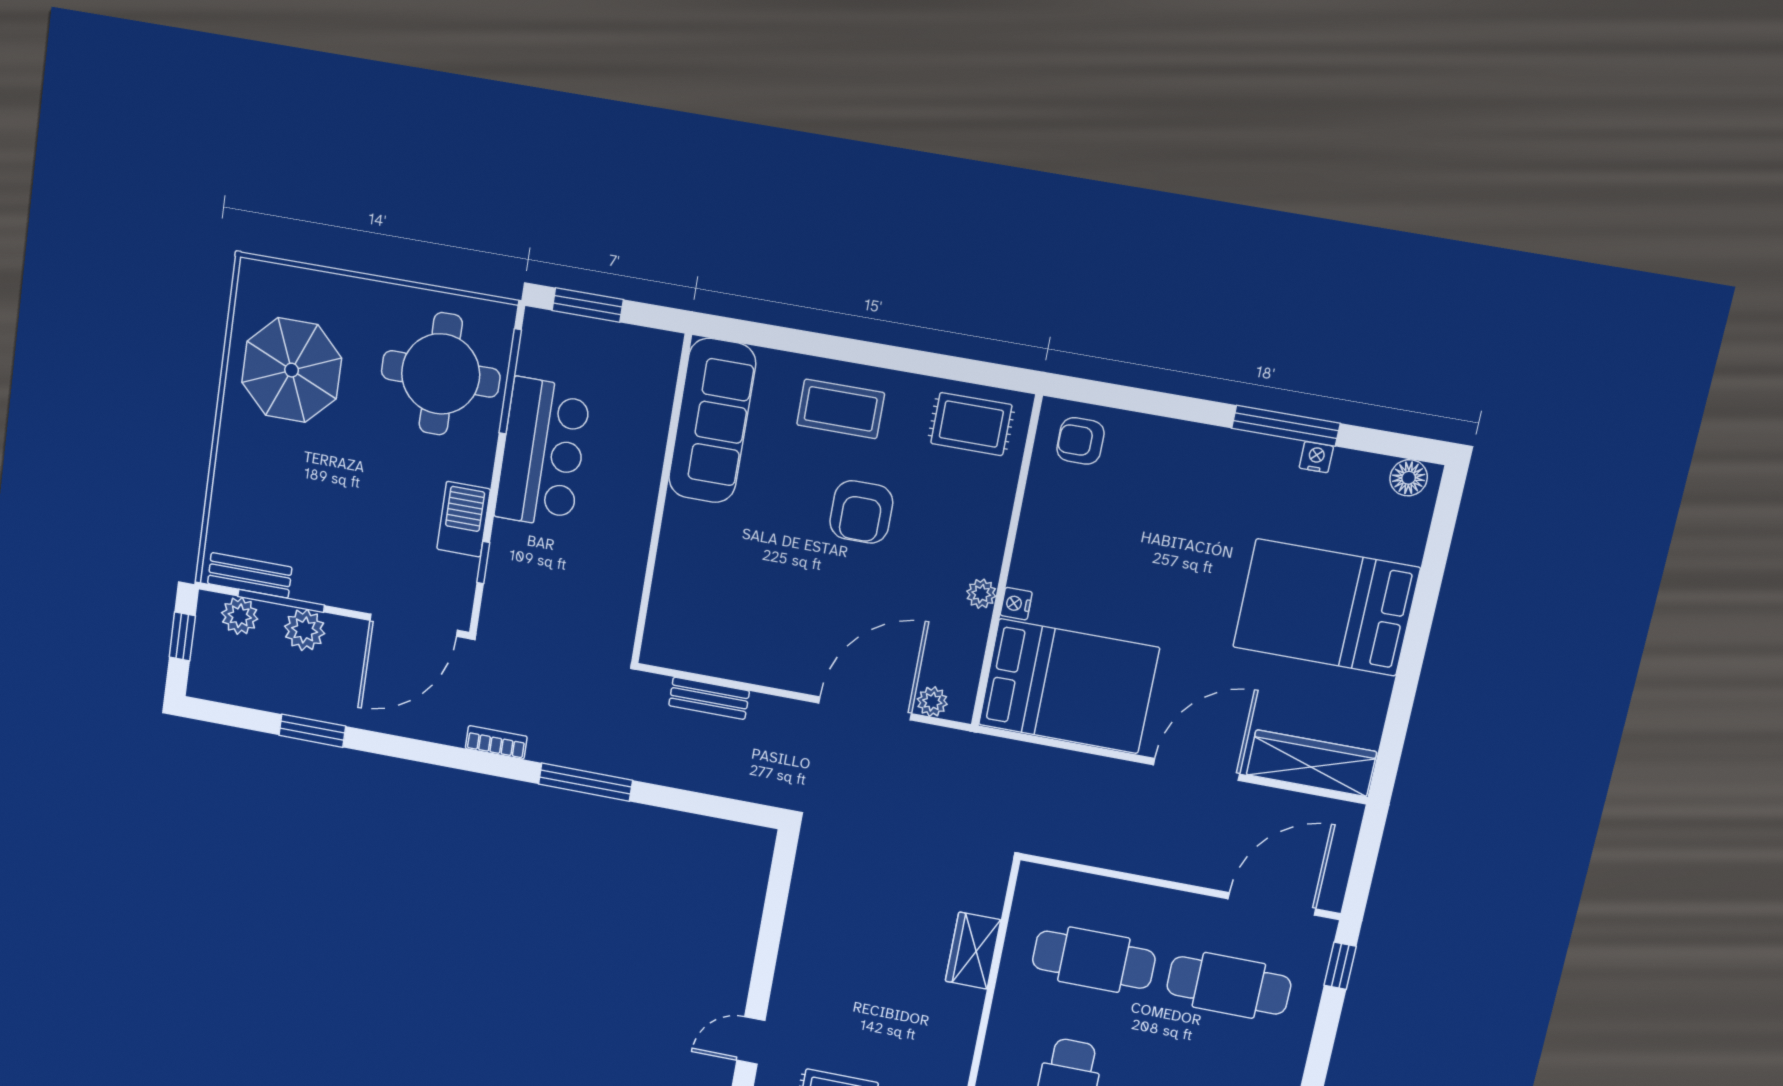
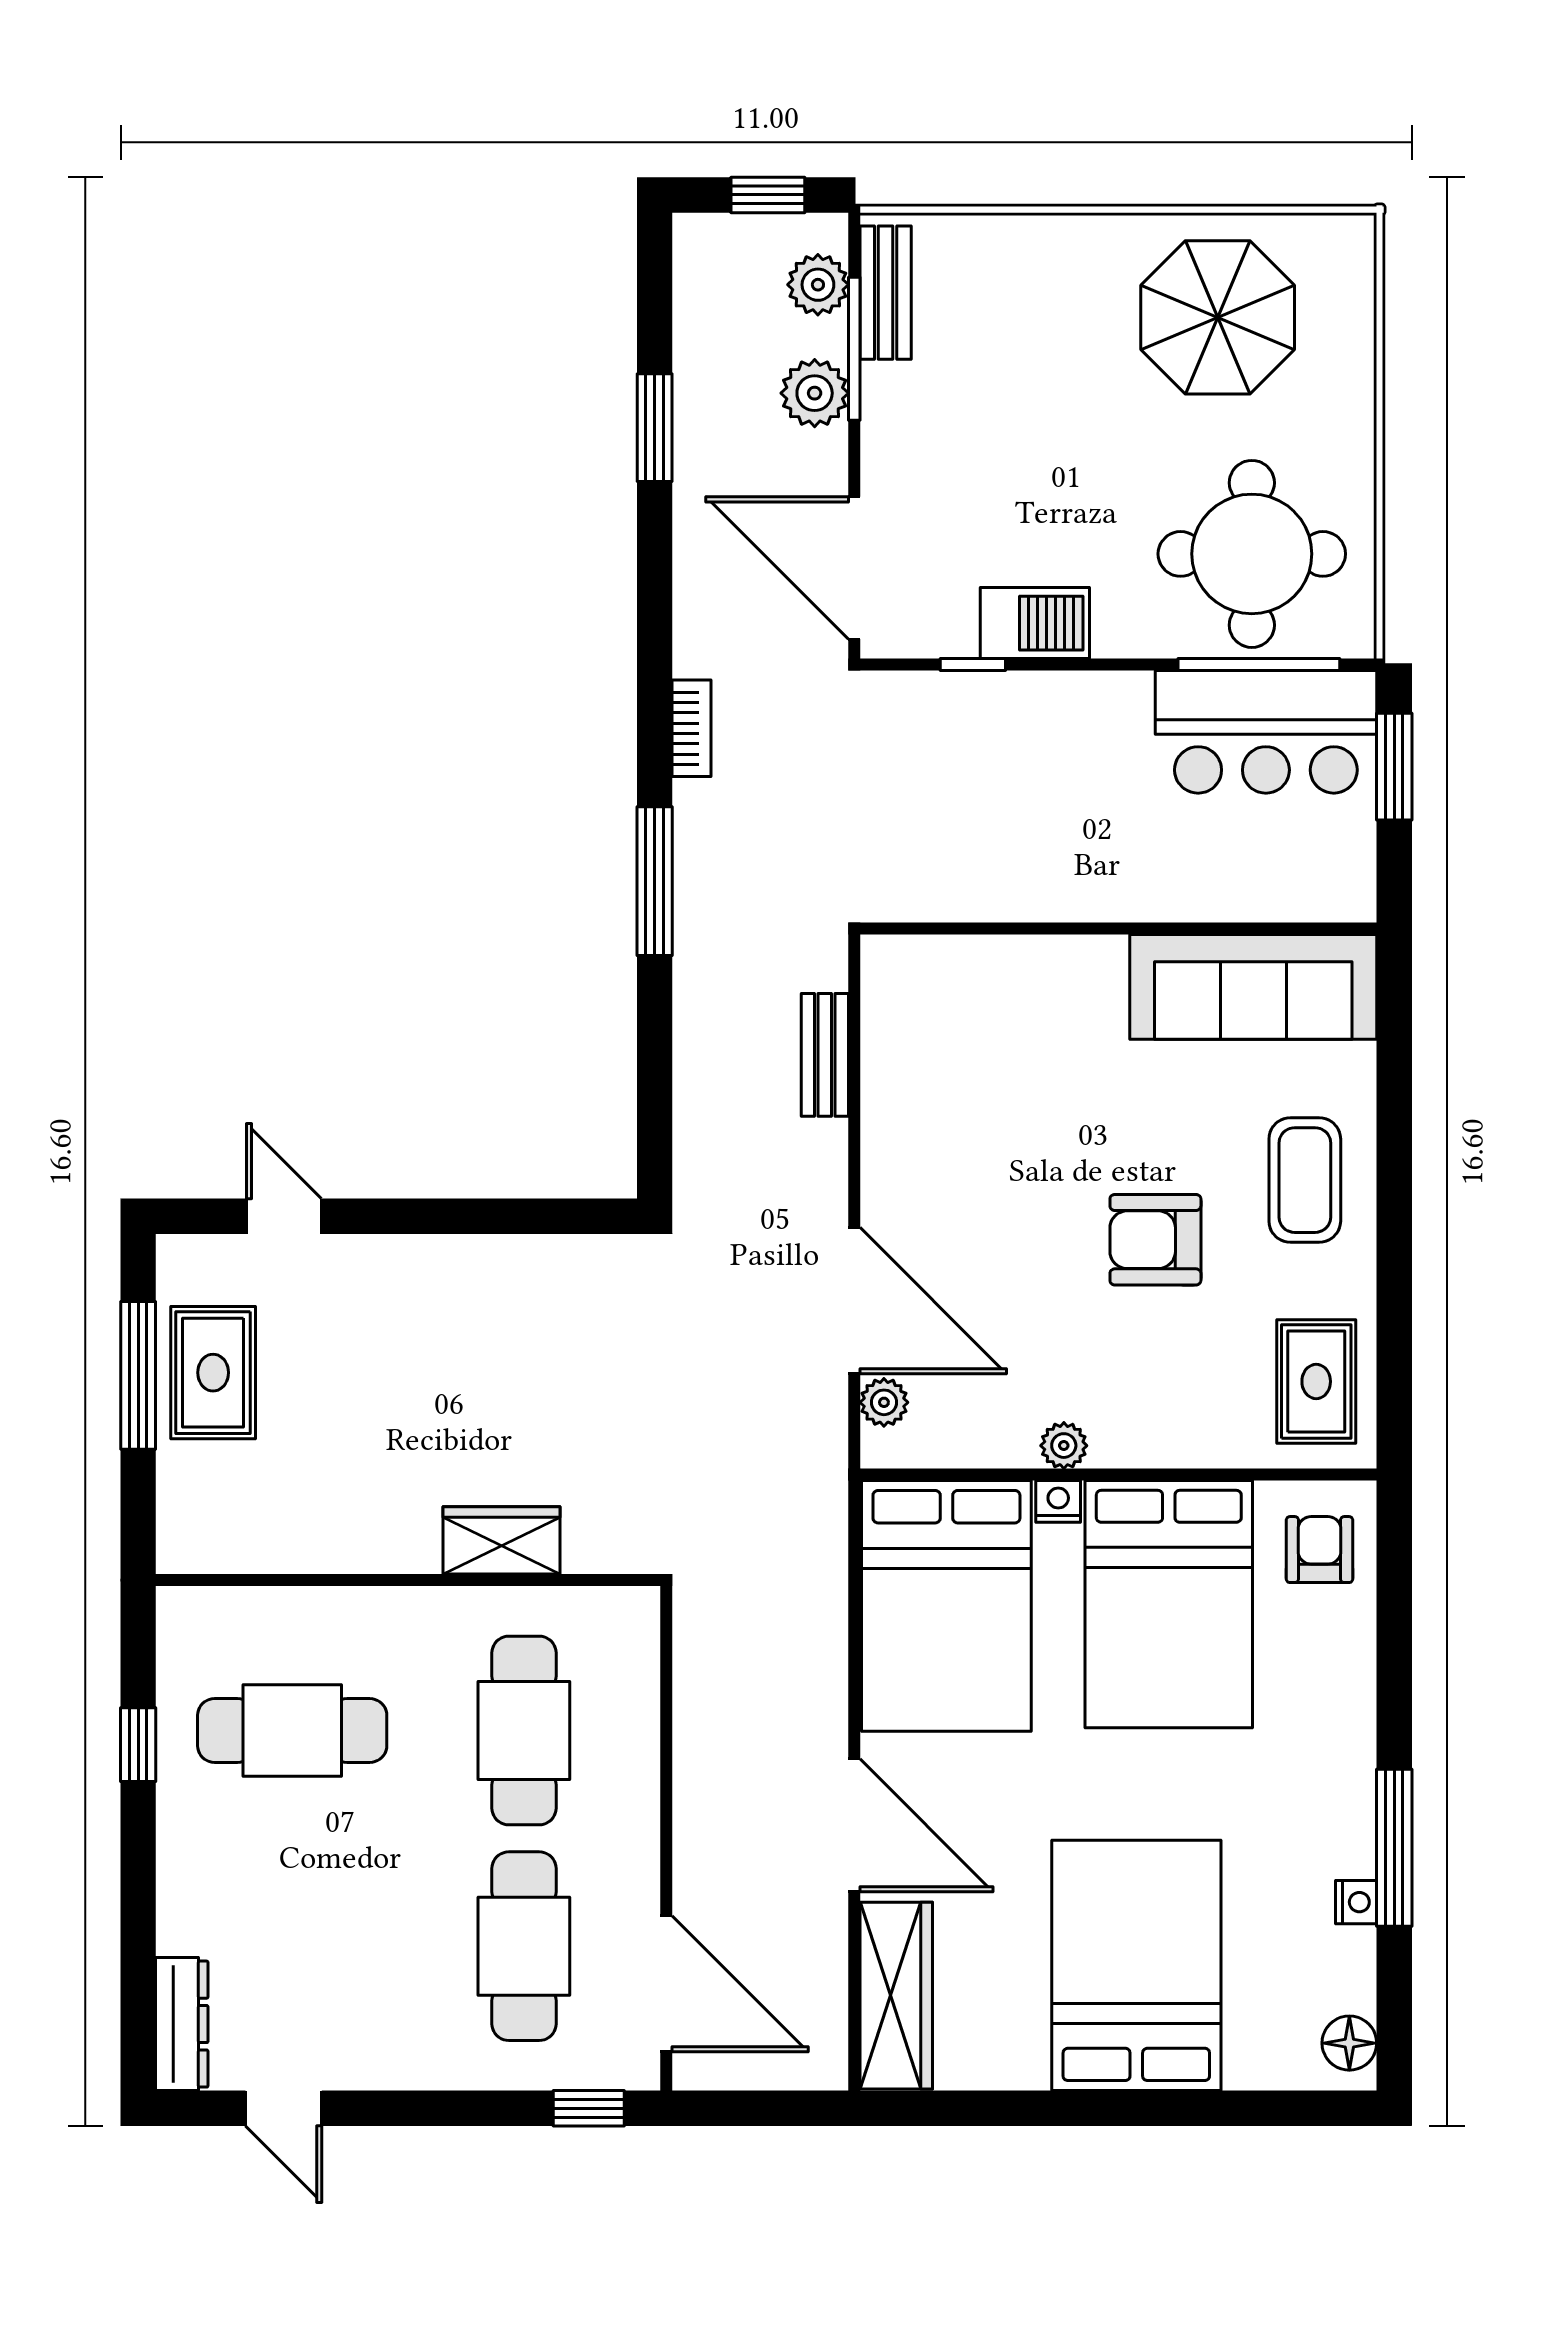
bar counter: (542, 453) -> (1266, 732), moved
bed: (1096, 545) -> (1169, 1604), added

